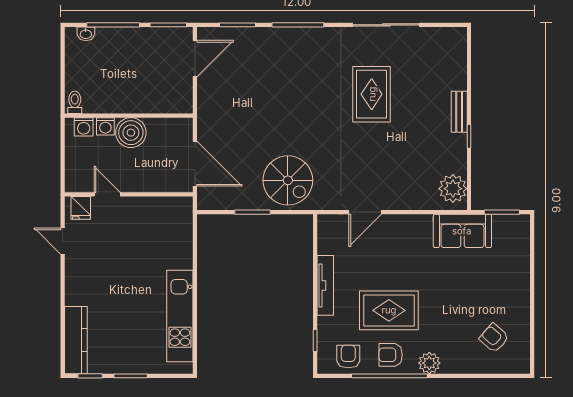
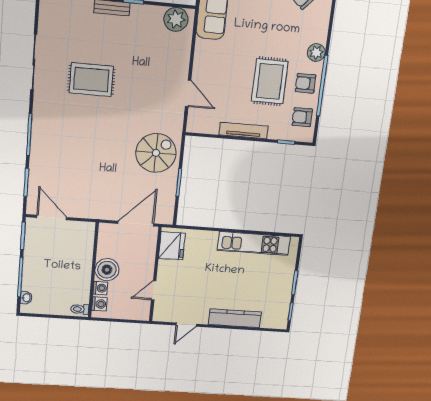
fridge: (81, 208) -> (172, 246), moved, width x1.88, depth x1.34
kitchen counter: (76, 340) -> (235, 318), moved
armchair: (391, 355) -> (305, 83), turned 90

